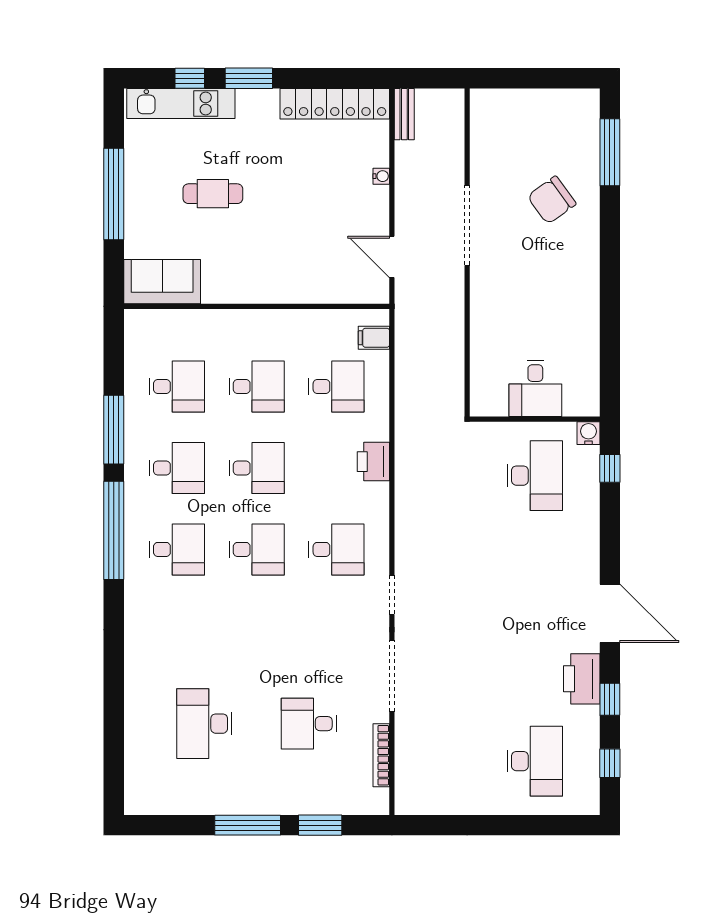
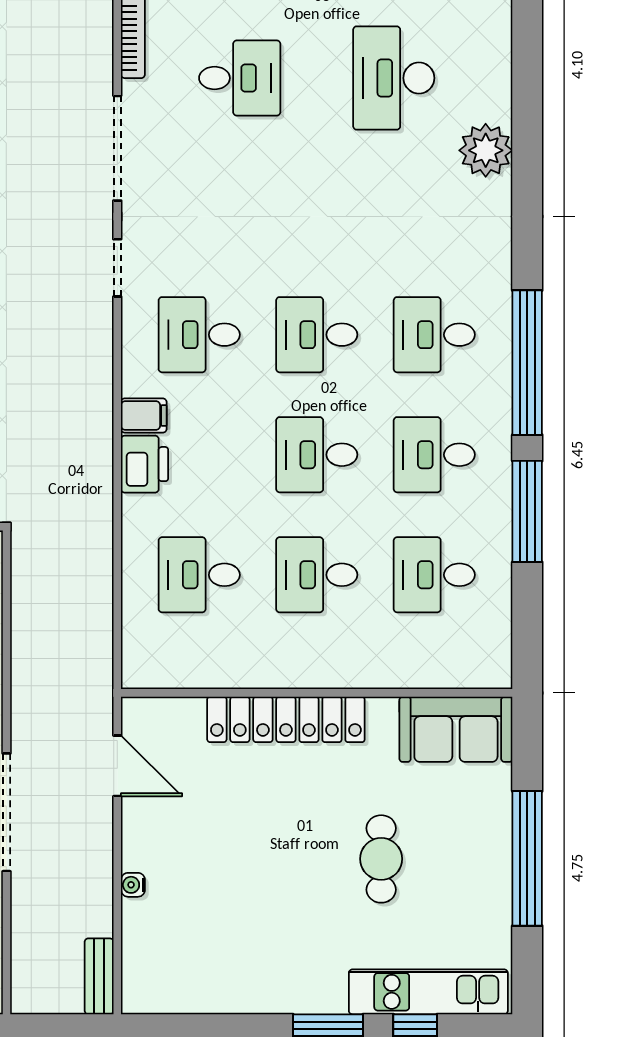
locker: (335, 104) -> (286, 719), moved, turned 180
cafe table: (213, 194) -> (381, 859), turned 90
filing cabinet: (374, 338) -> (144, 416), moved
plant: (142, 675) -> (486, 150), added
desk: (204, 724) -> (394, 78), turned 180

